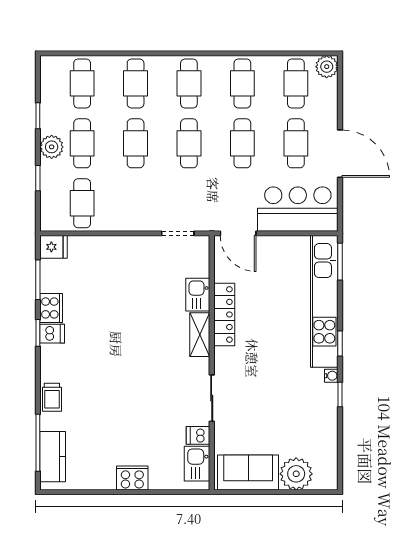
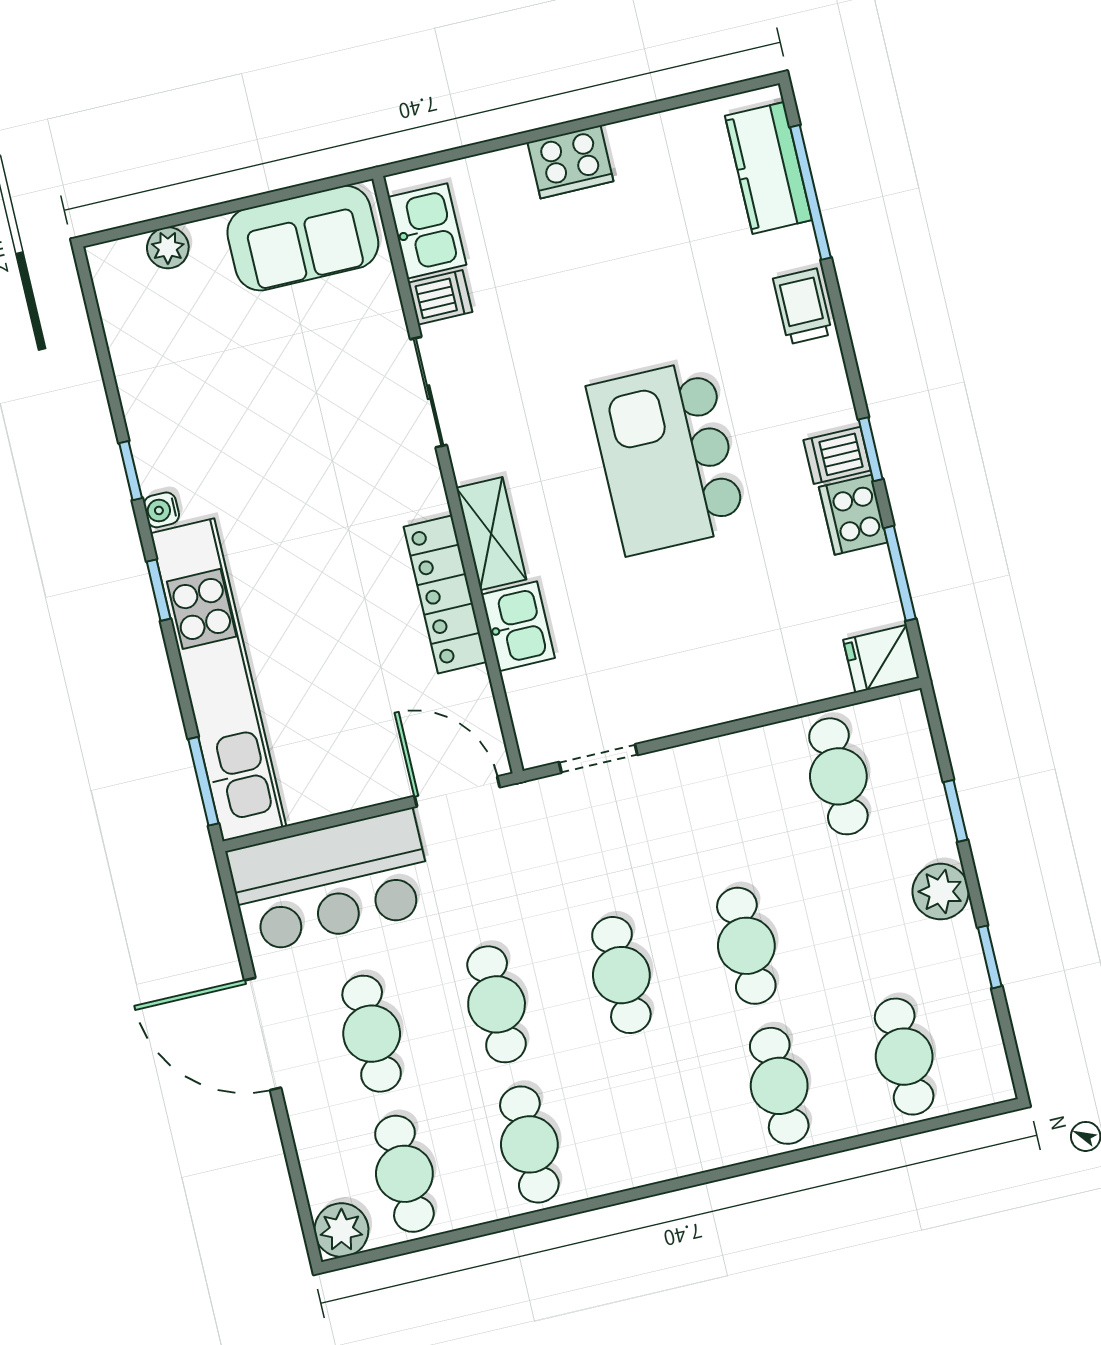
cafe table: (189, 83) -> (654, 1115), removed
cafe table: (82, 143) -> (871, 916), removed
kitchen island: (121, 349) -> (667, 457), added
plant: (296, 474) -> (168, 248), width x0.53, depth x0.53

